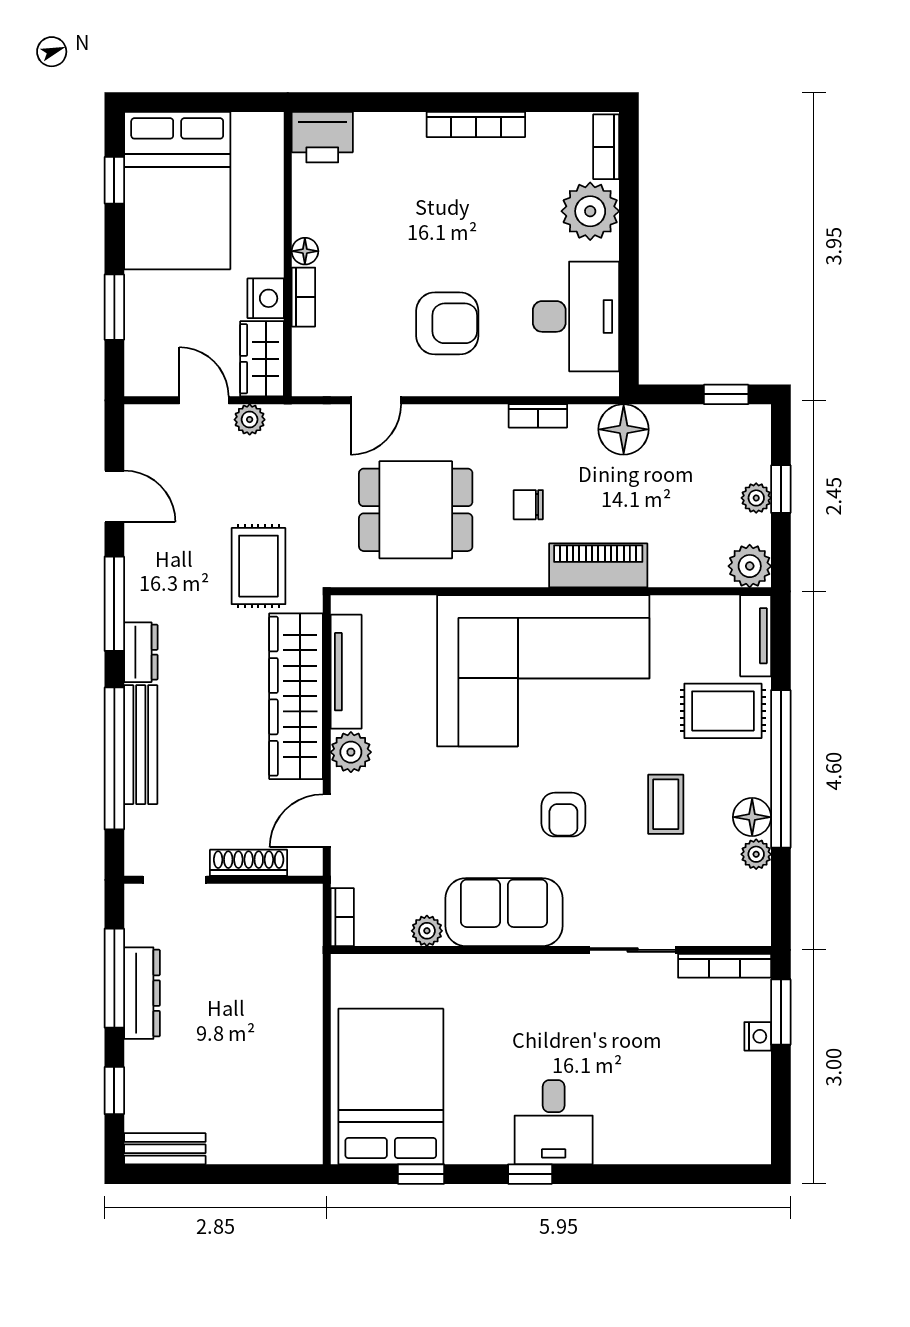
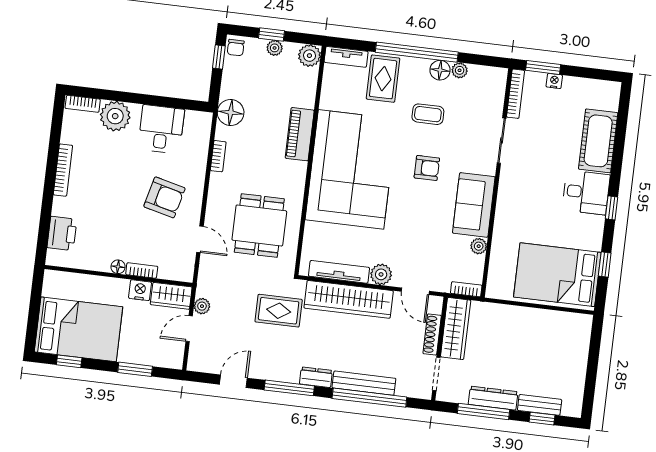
printer: (322, 137) -> (62, 233), moved
desk: (576, 316) -> (161, 129), width x0.73
armchair: (447, 323) -> (164, 197), turned 104
chair: (528, 505) -> (236, 48), moved
wardrobe: (265, 906) -> (456, 328), added
cot: (654, 1133) -> (598, 141), added
bench: (165, 1149) -> (540, 405), moved, turned 90

